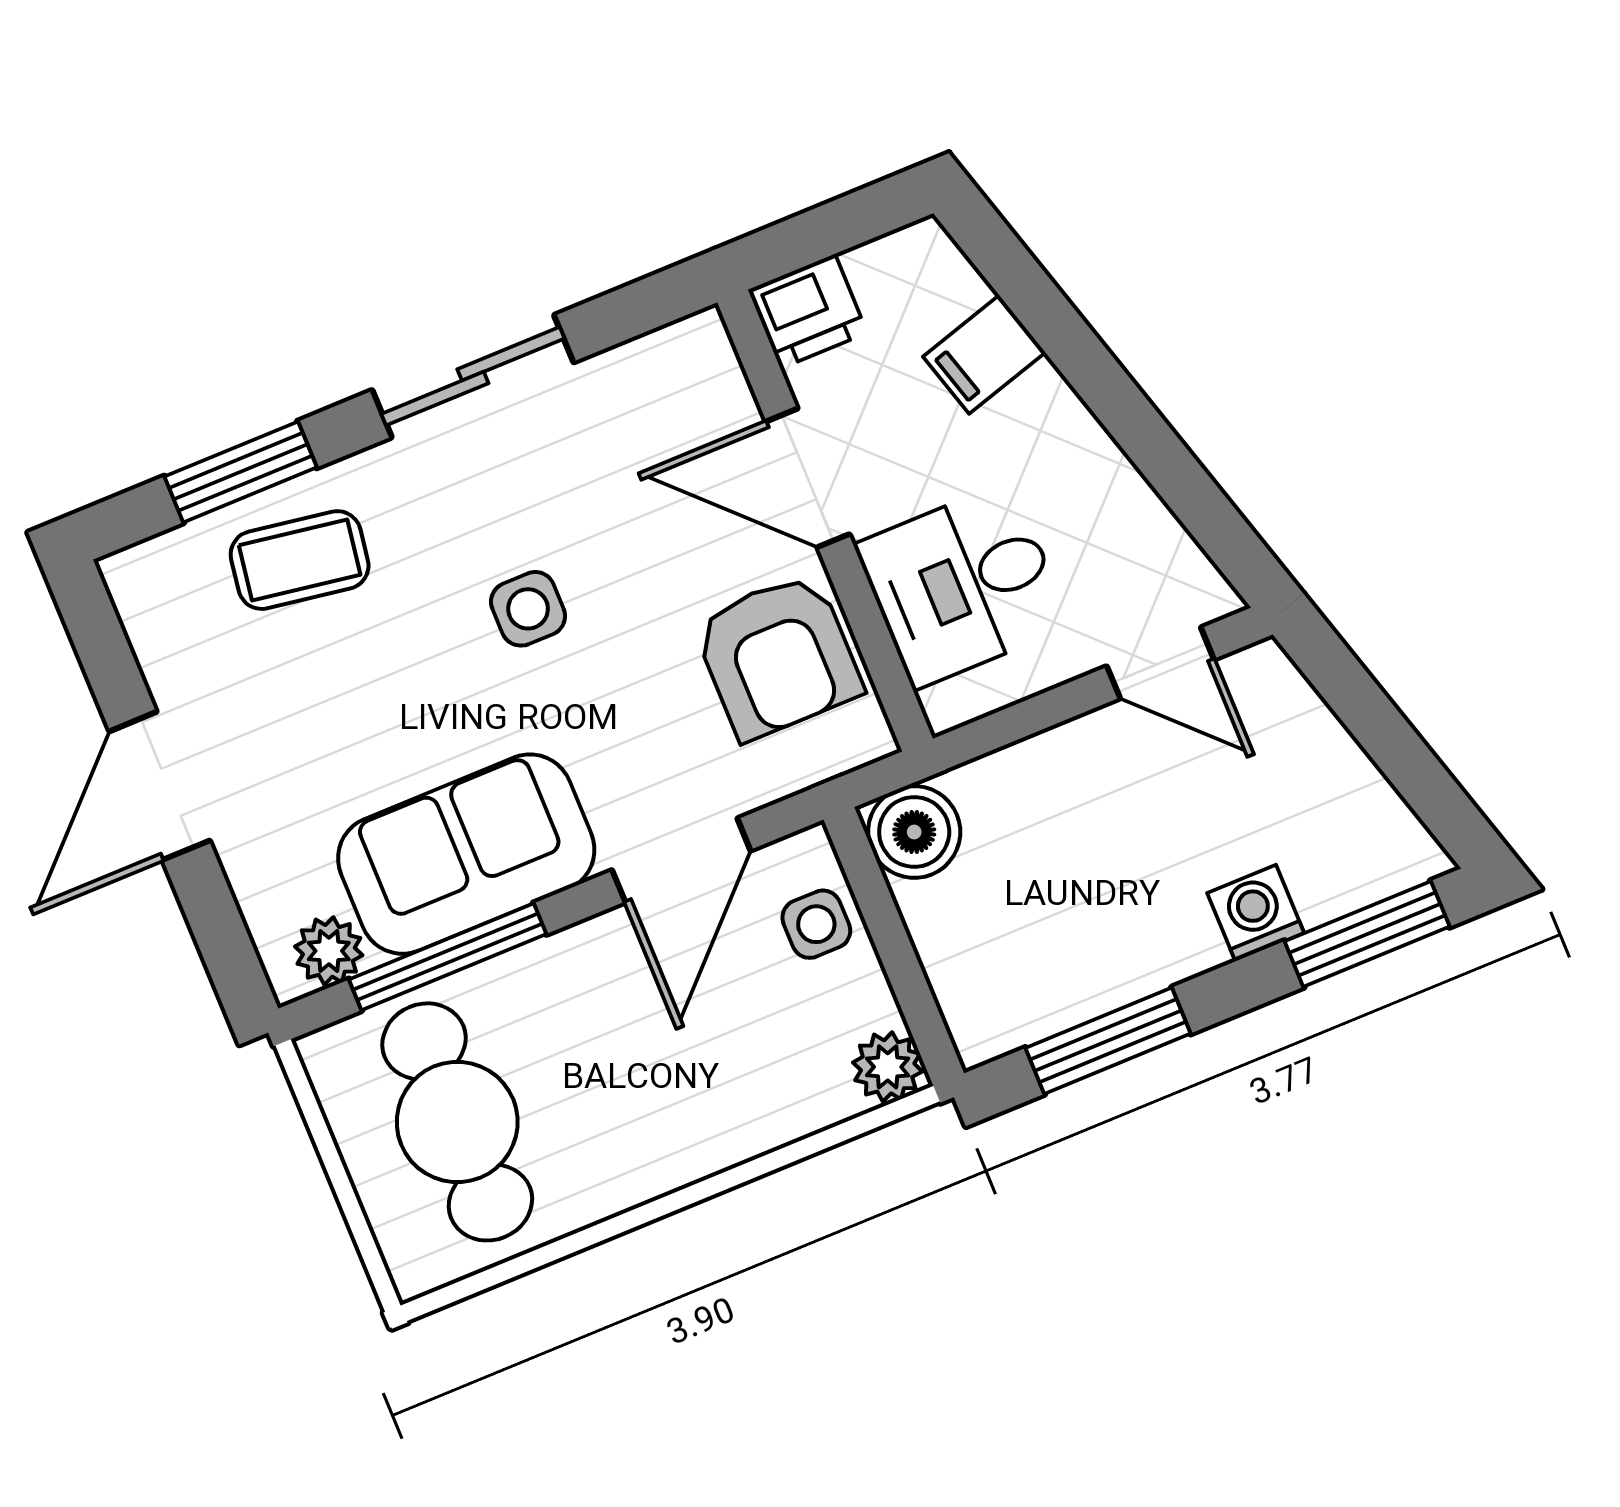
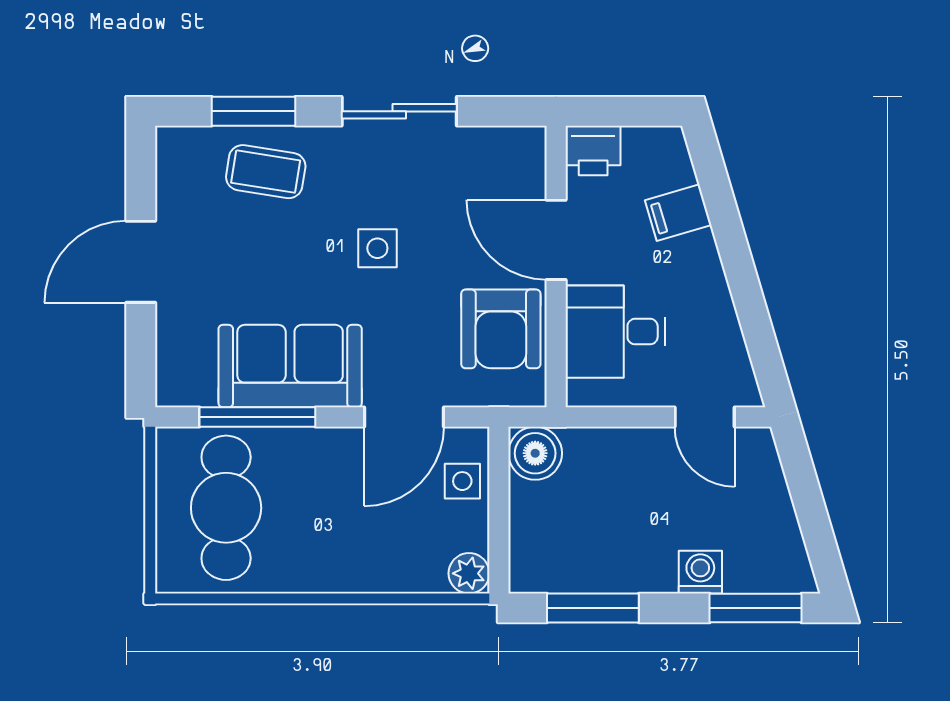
plant: (329, 951) -> (195, 388), removed

